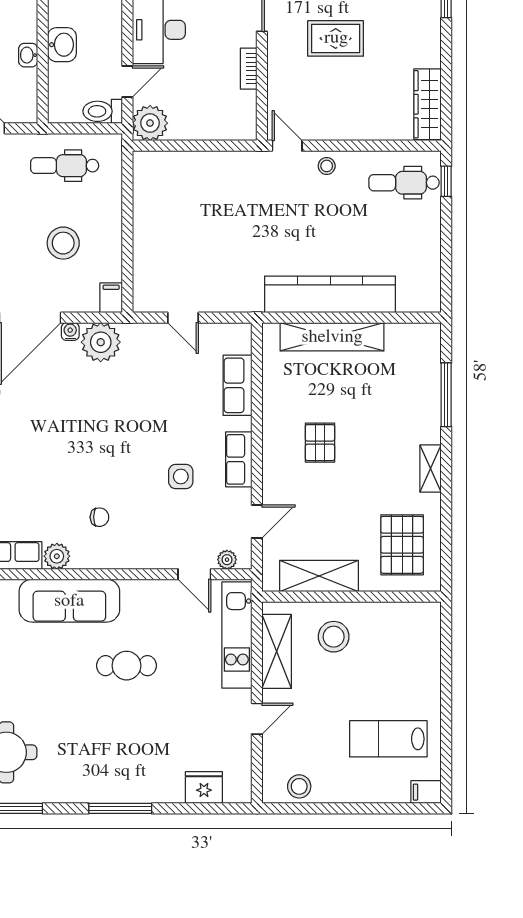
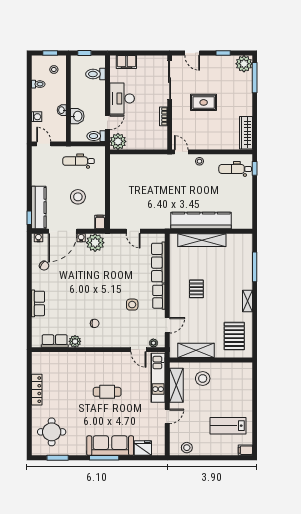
washbasin: (62, 45) -> (77, 116), moved
row of seats: (237, 385) -> (158, 263), width x1.48
sofa: (69, 601) -> (110, 446), moved, turned 180

